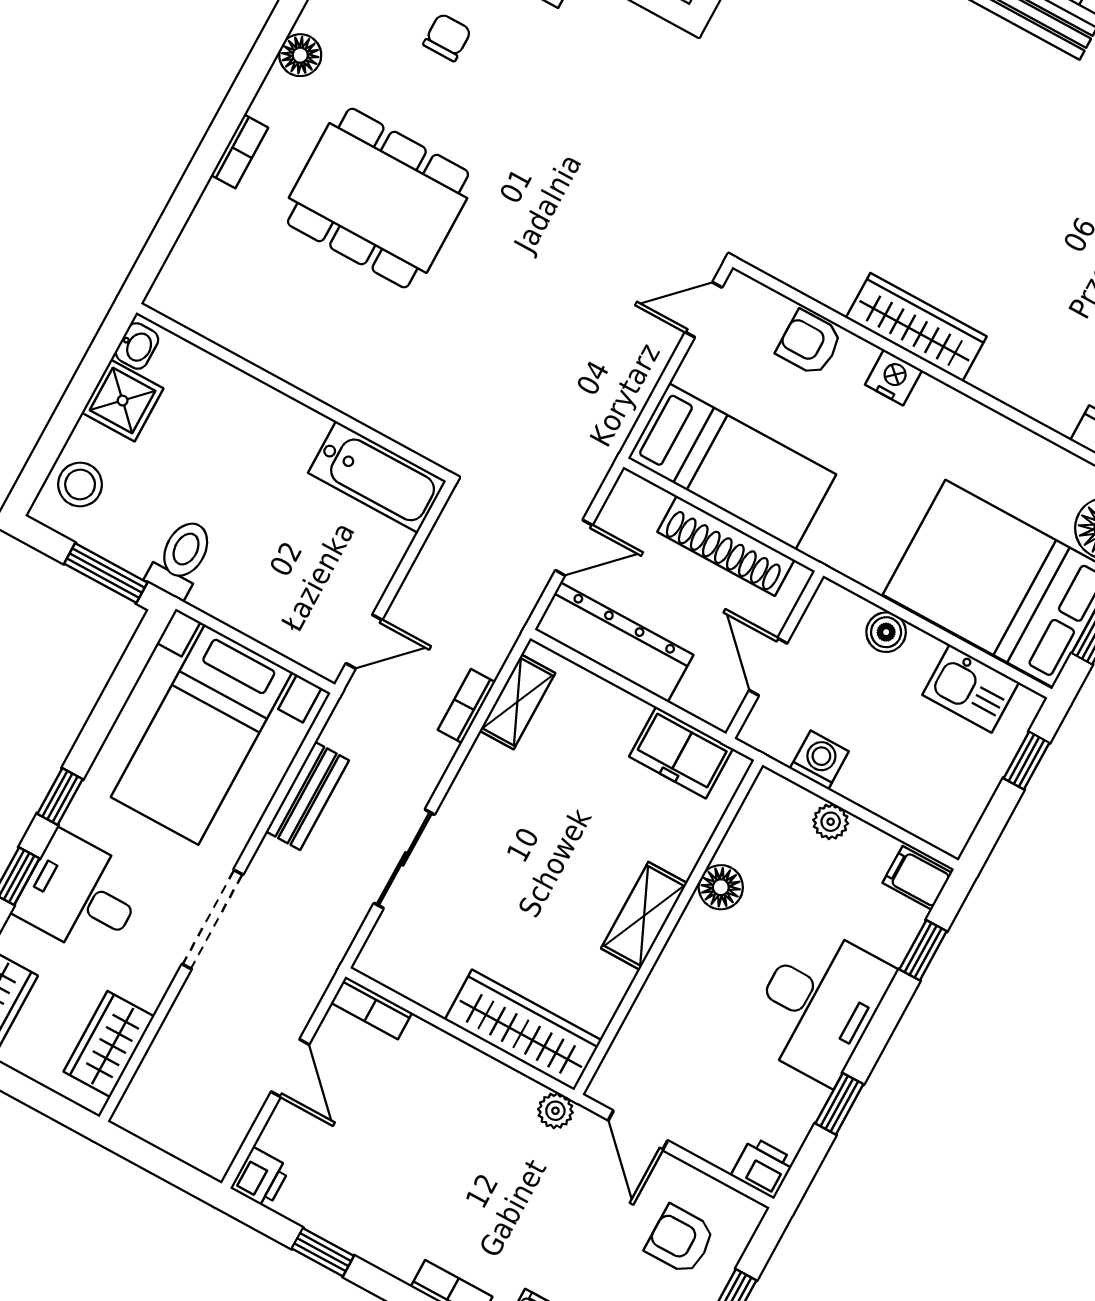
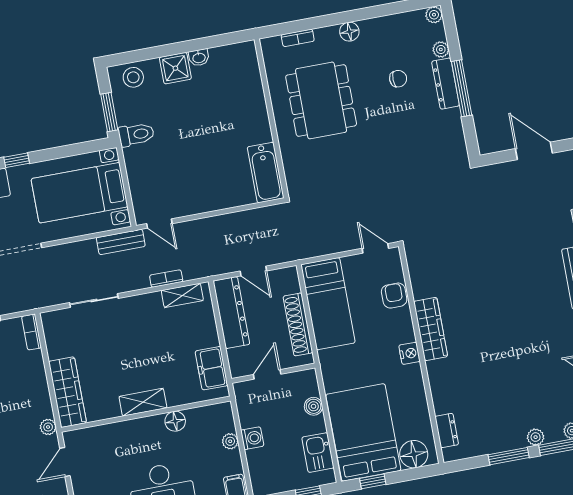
nightstand: (894, 377) -> (409, 353), moved
wall: (294, 392) -> (272, 118), moved
bathtub: (377, 477) -> (266, 173), moved
washing machine: (819, 760) -> (252, 438), moved
bench: (307, 796) -> (121, 242), moved

